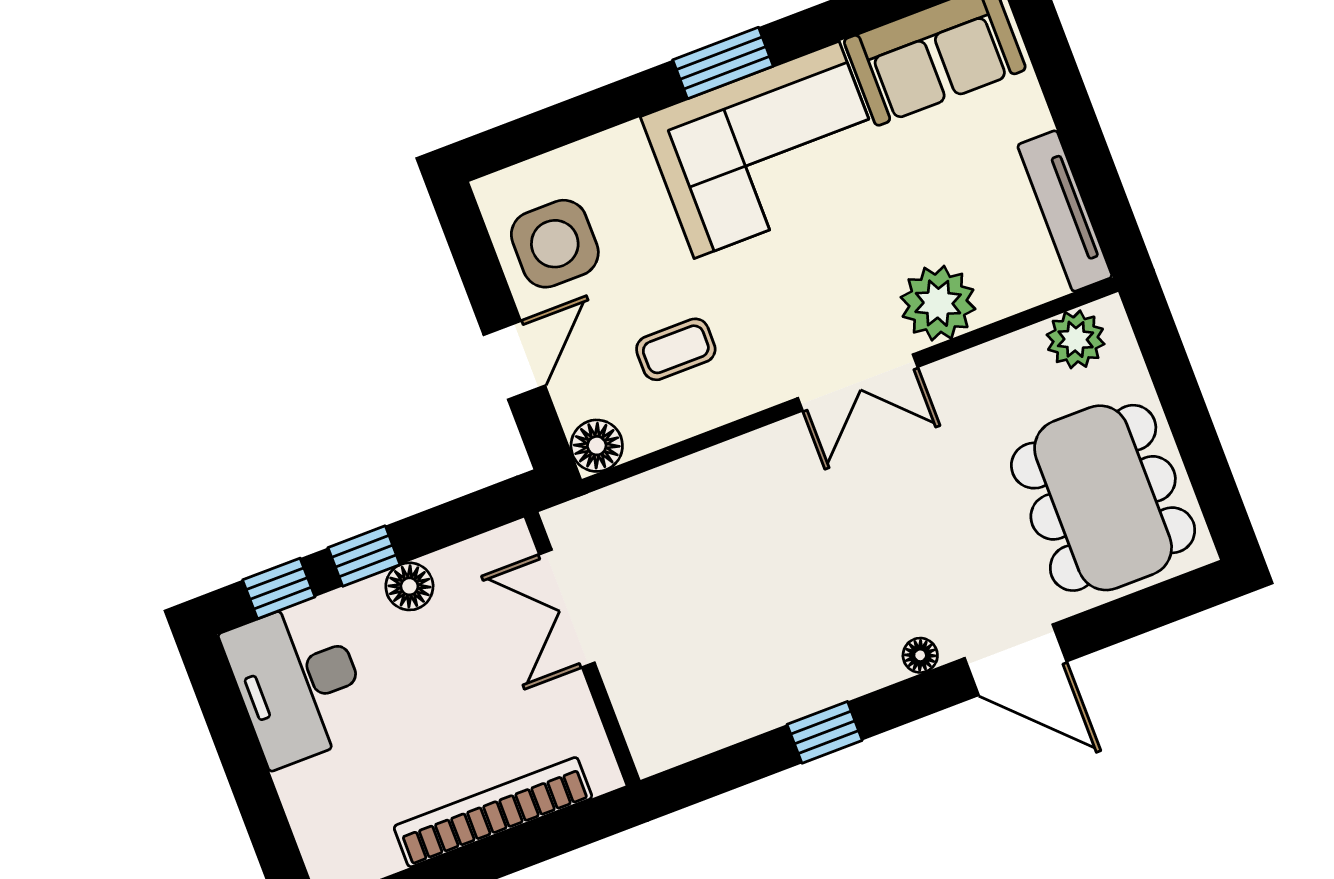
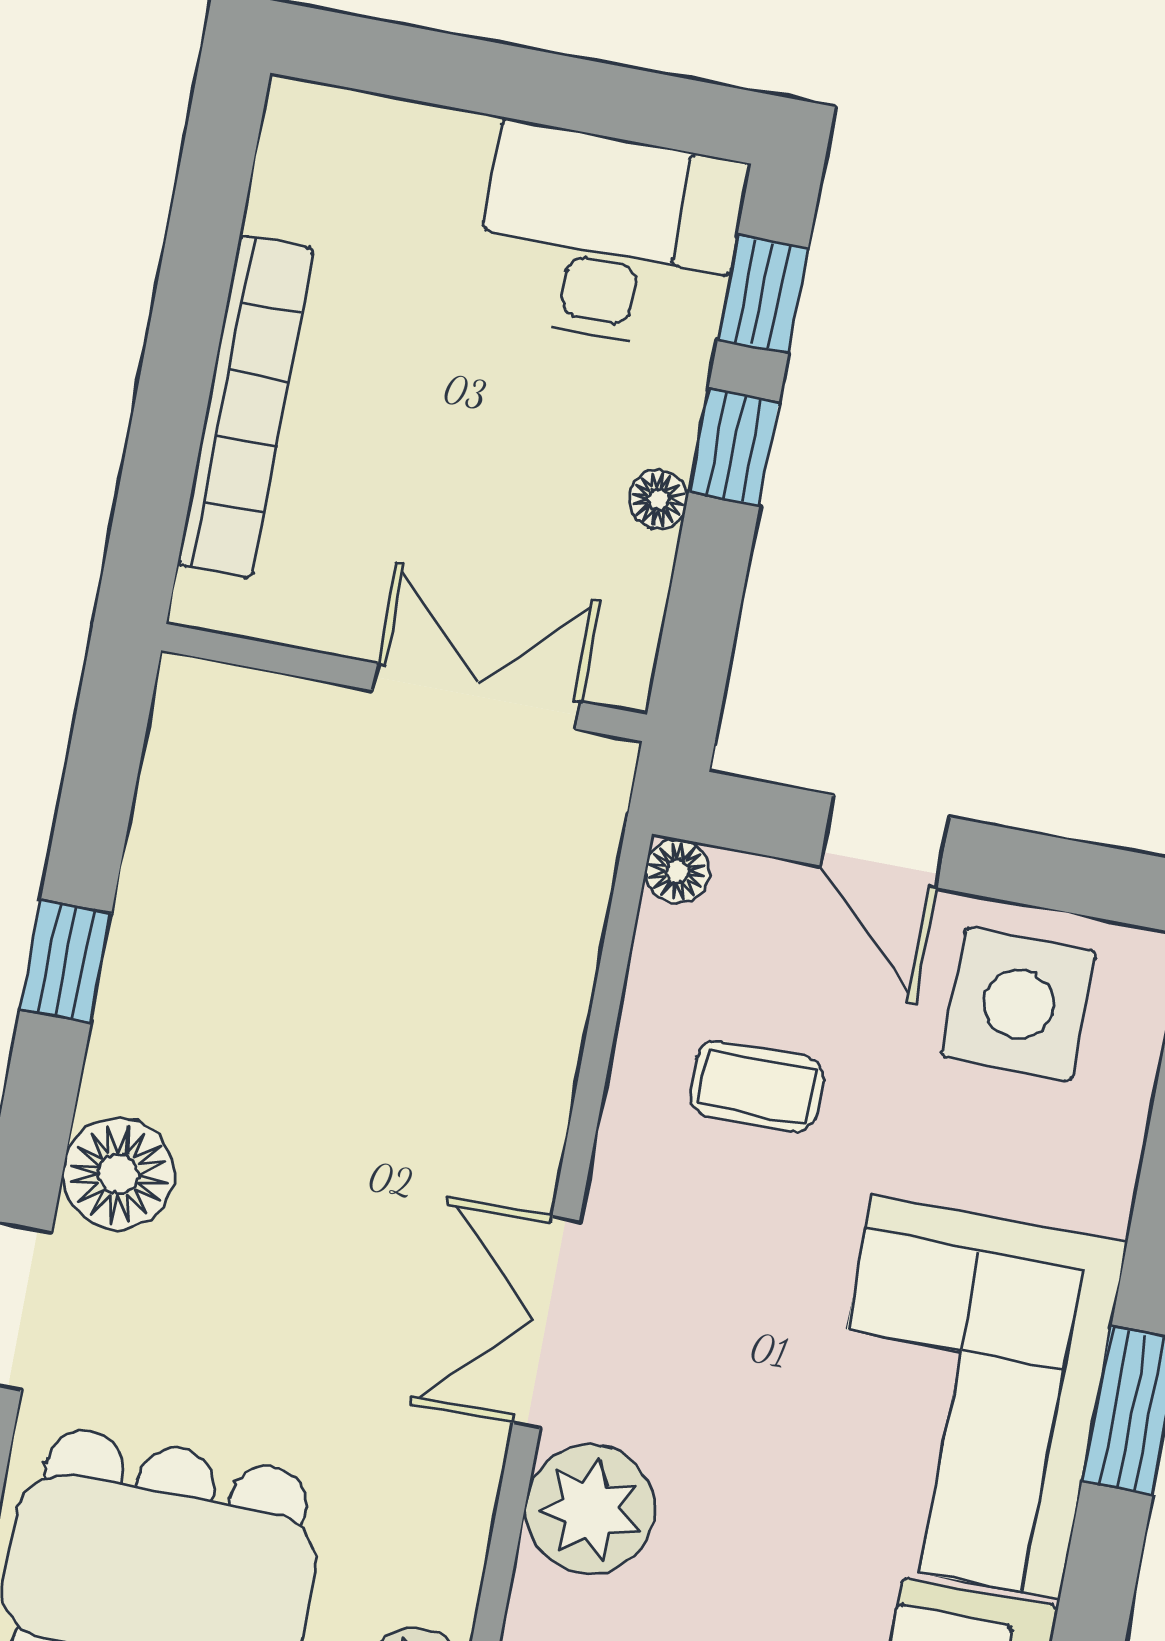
coffee table: (676, 349) -> (757, 1086), turned 90
floor lamp: (597, 446) -> (678, 871), width x0.73, depth x0.73
floor lamp: (409, 586) -> (658, 499), width x0.73, depth x0.73
floor lamp: (920, 655) -> (118, 1174), width x1.89, depth x1.89

